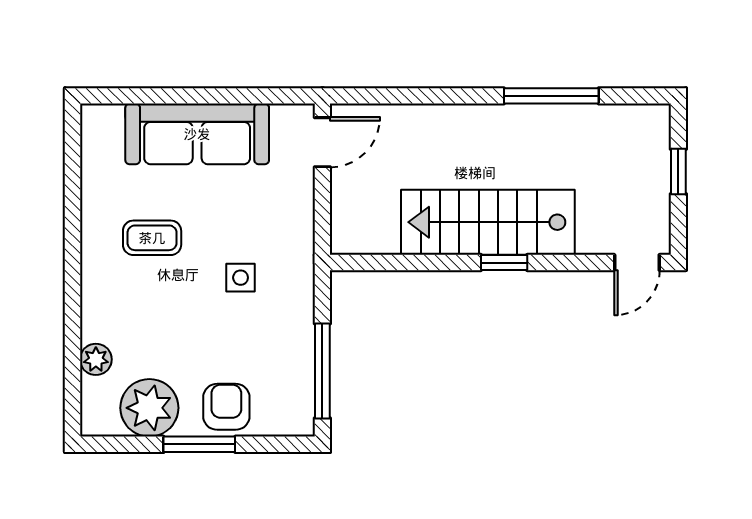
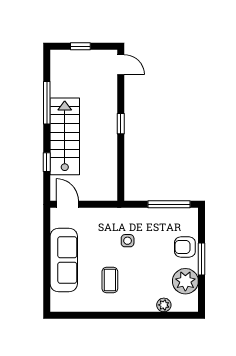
window: (418, 96) -> (47, 162), added
stairs: (488, 222) -> (65, 136), moved, turned 180

